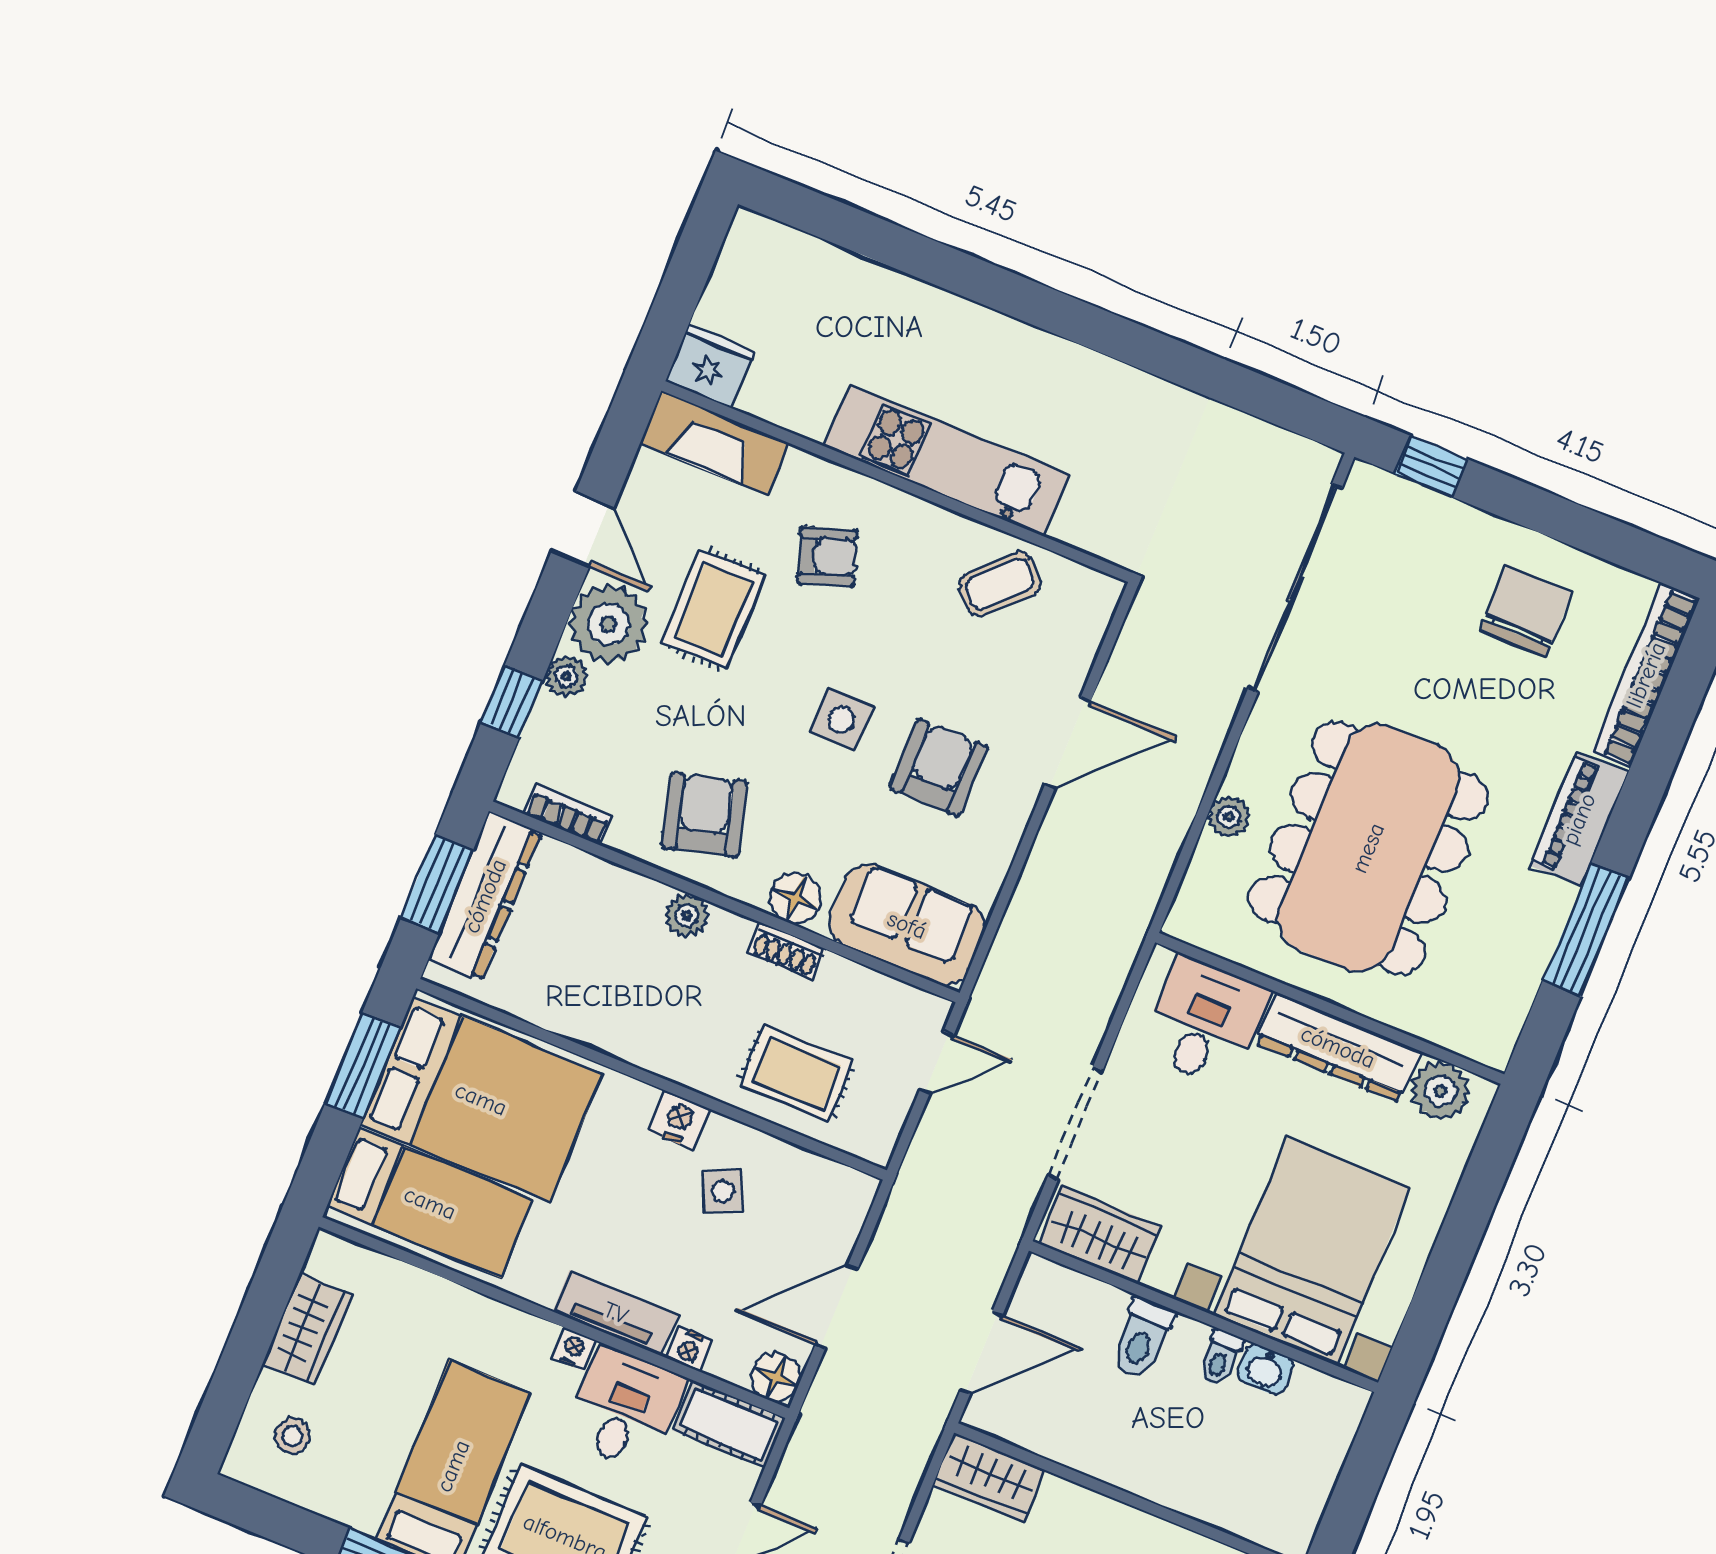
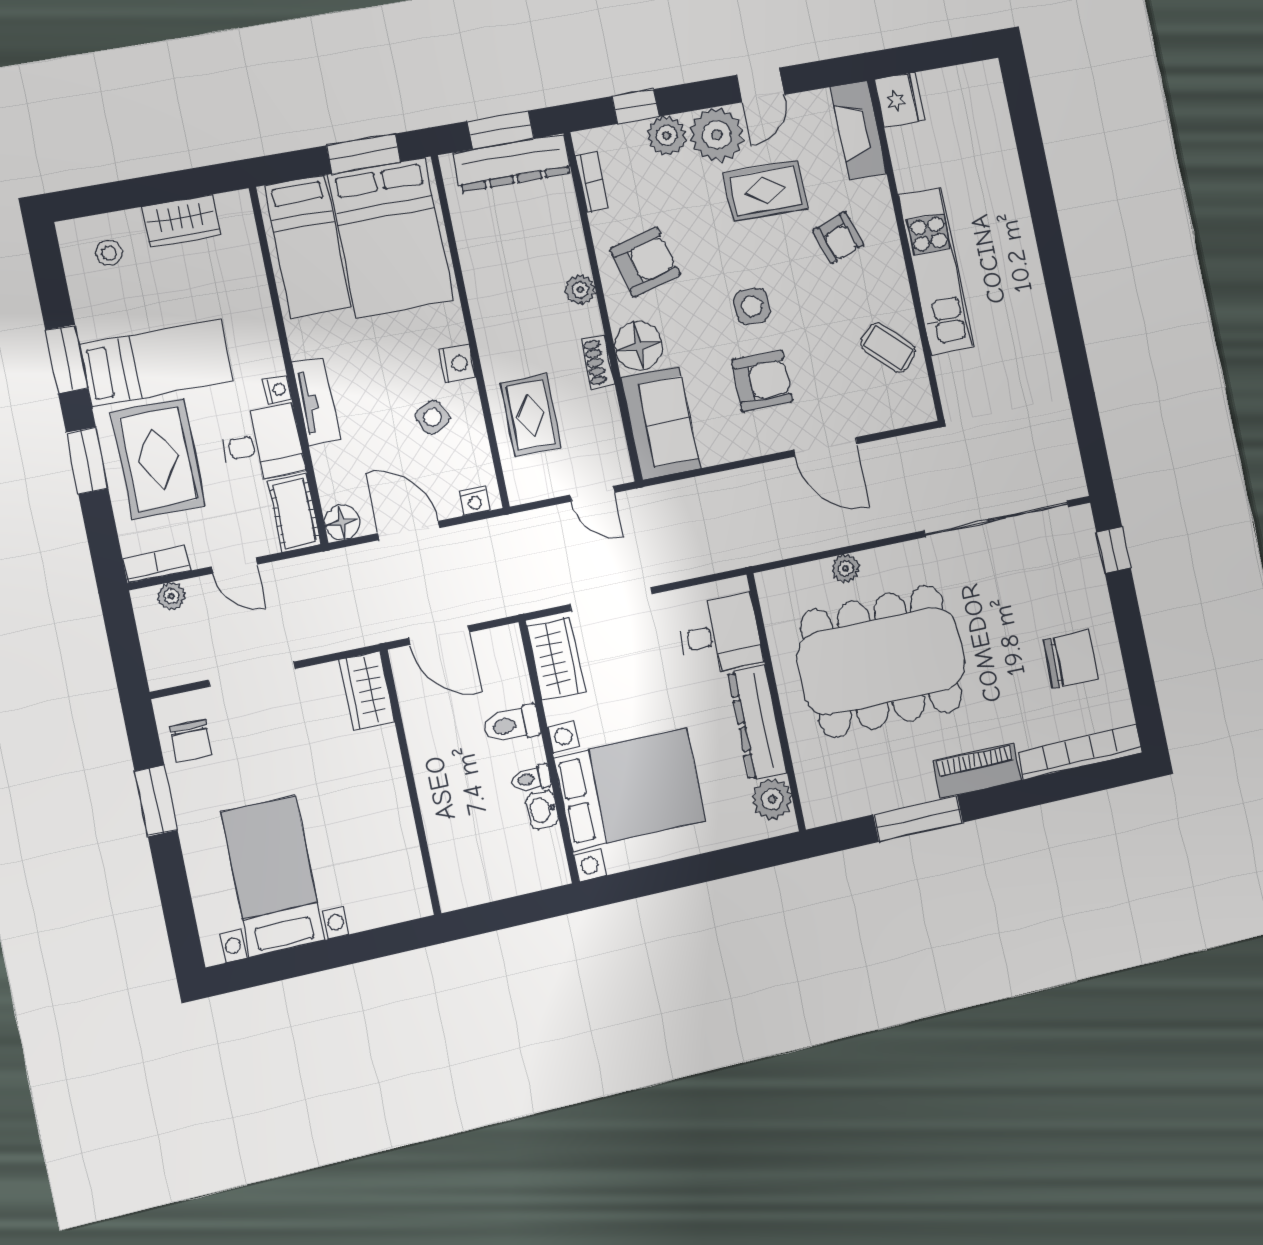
plant: (566, 676) -> (667, 136), width x1.38, depth x1.38
floor lamp: (795, 898) -> (639, 346), width x1.38, depth x1.38
nightstand: (689, 1349) -> (474, 501), moved, turned -90

